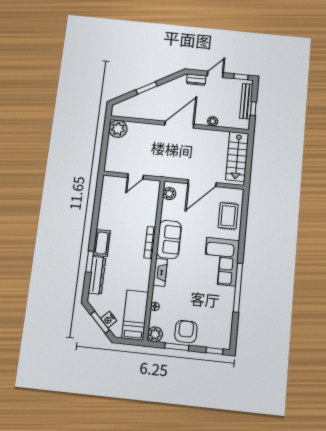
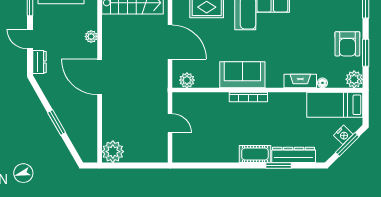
fireplace: (160, 272) -> (300, 81), moved
armchair: (186, 332) -> (347, 44), turned -90

